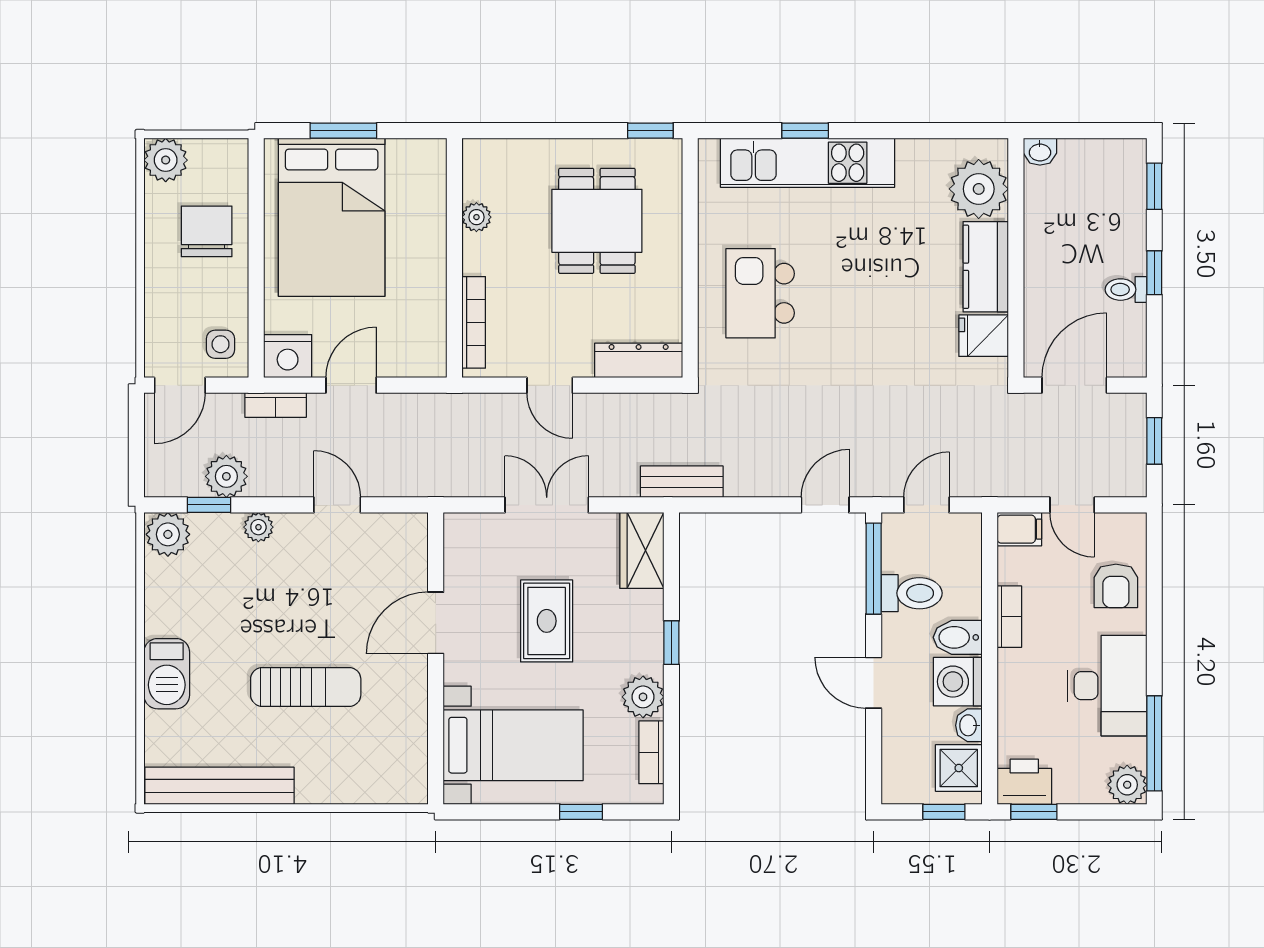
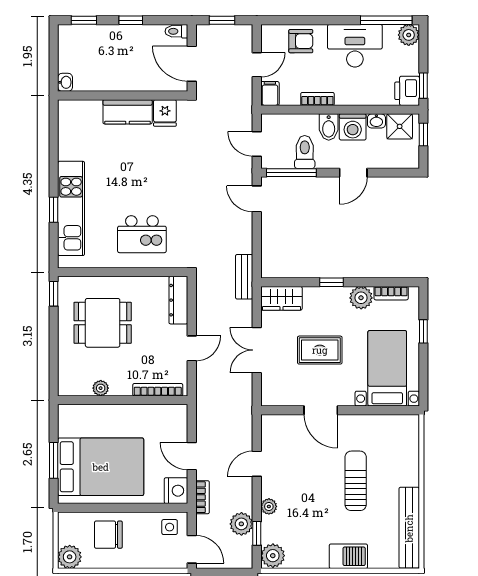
plant: (979, 189) -> (85, 116), removed
toilet: (1126, 290) -> (176, 31), moved, turned 90

